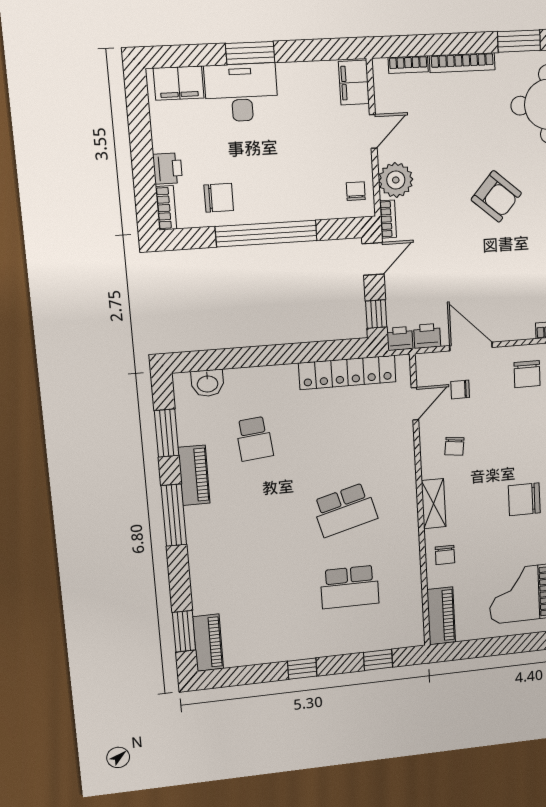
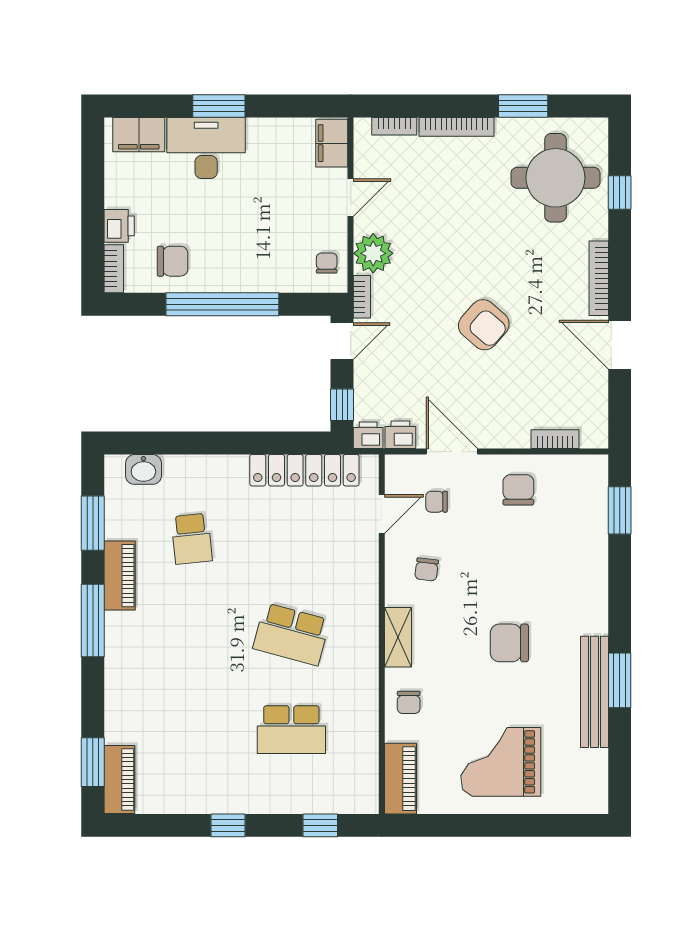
armchair: (496, 196) -> (484, 325), moved
chair: (527, 374) -> (518, 490), turned 180
school desk: (345, 510) -> (291, 634), turned 30

